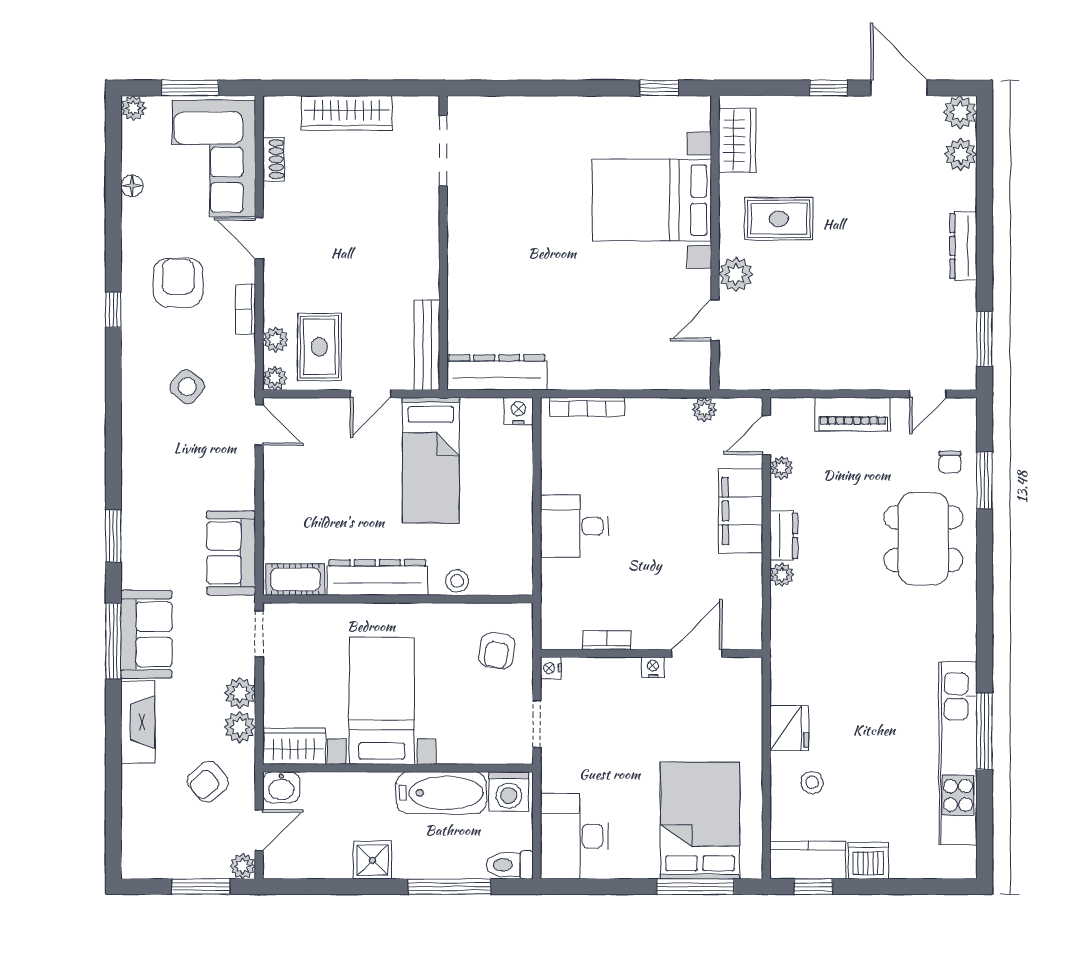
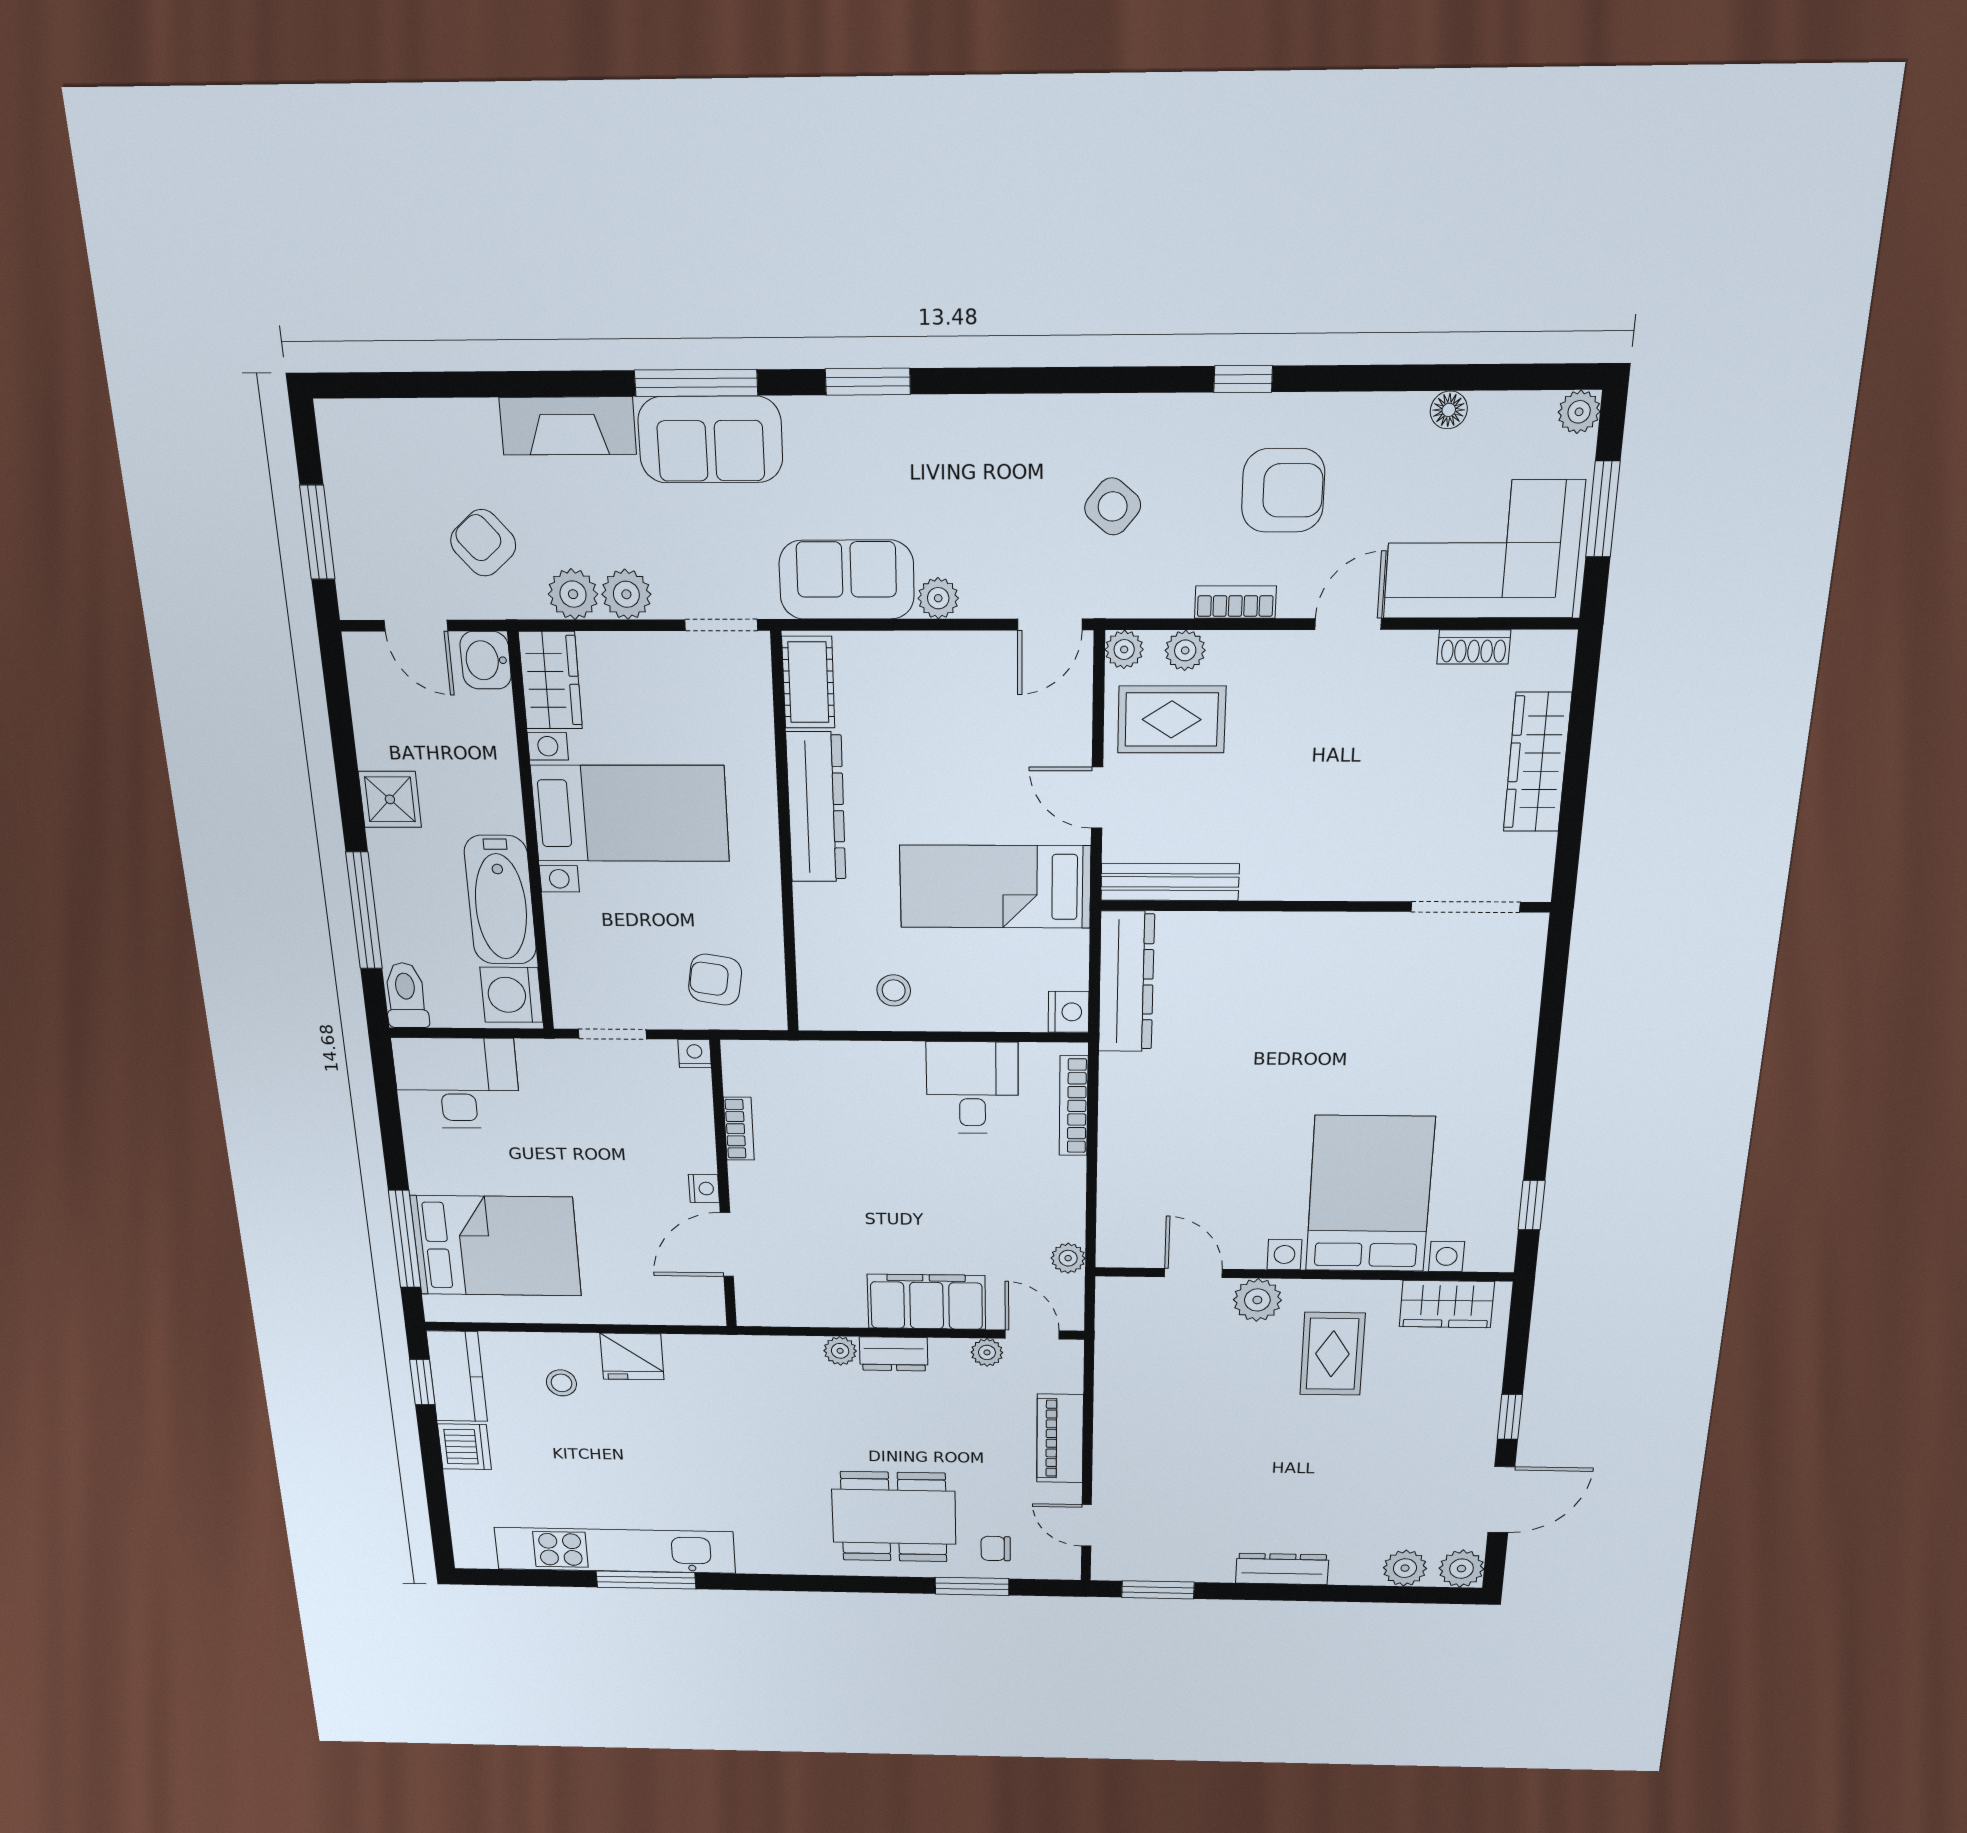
desk: (574, 526) -> (972, 1088), moved
stool: (457, 581) -> (894, 990), moved
door: (697, 653) -> (727, 1245), swing flipped
plant: (243, 866) -> (938, 598), moved

